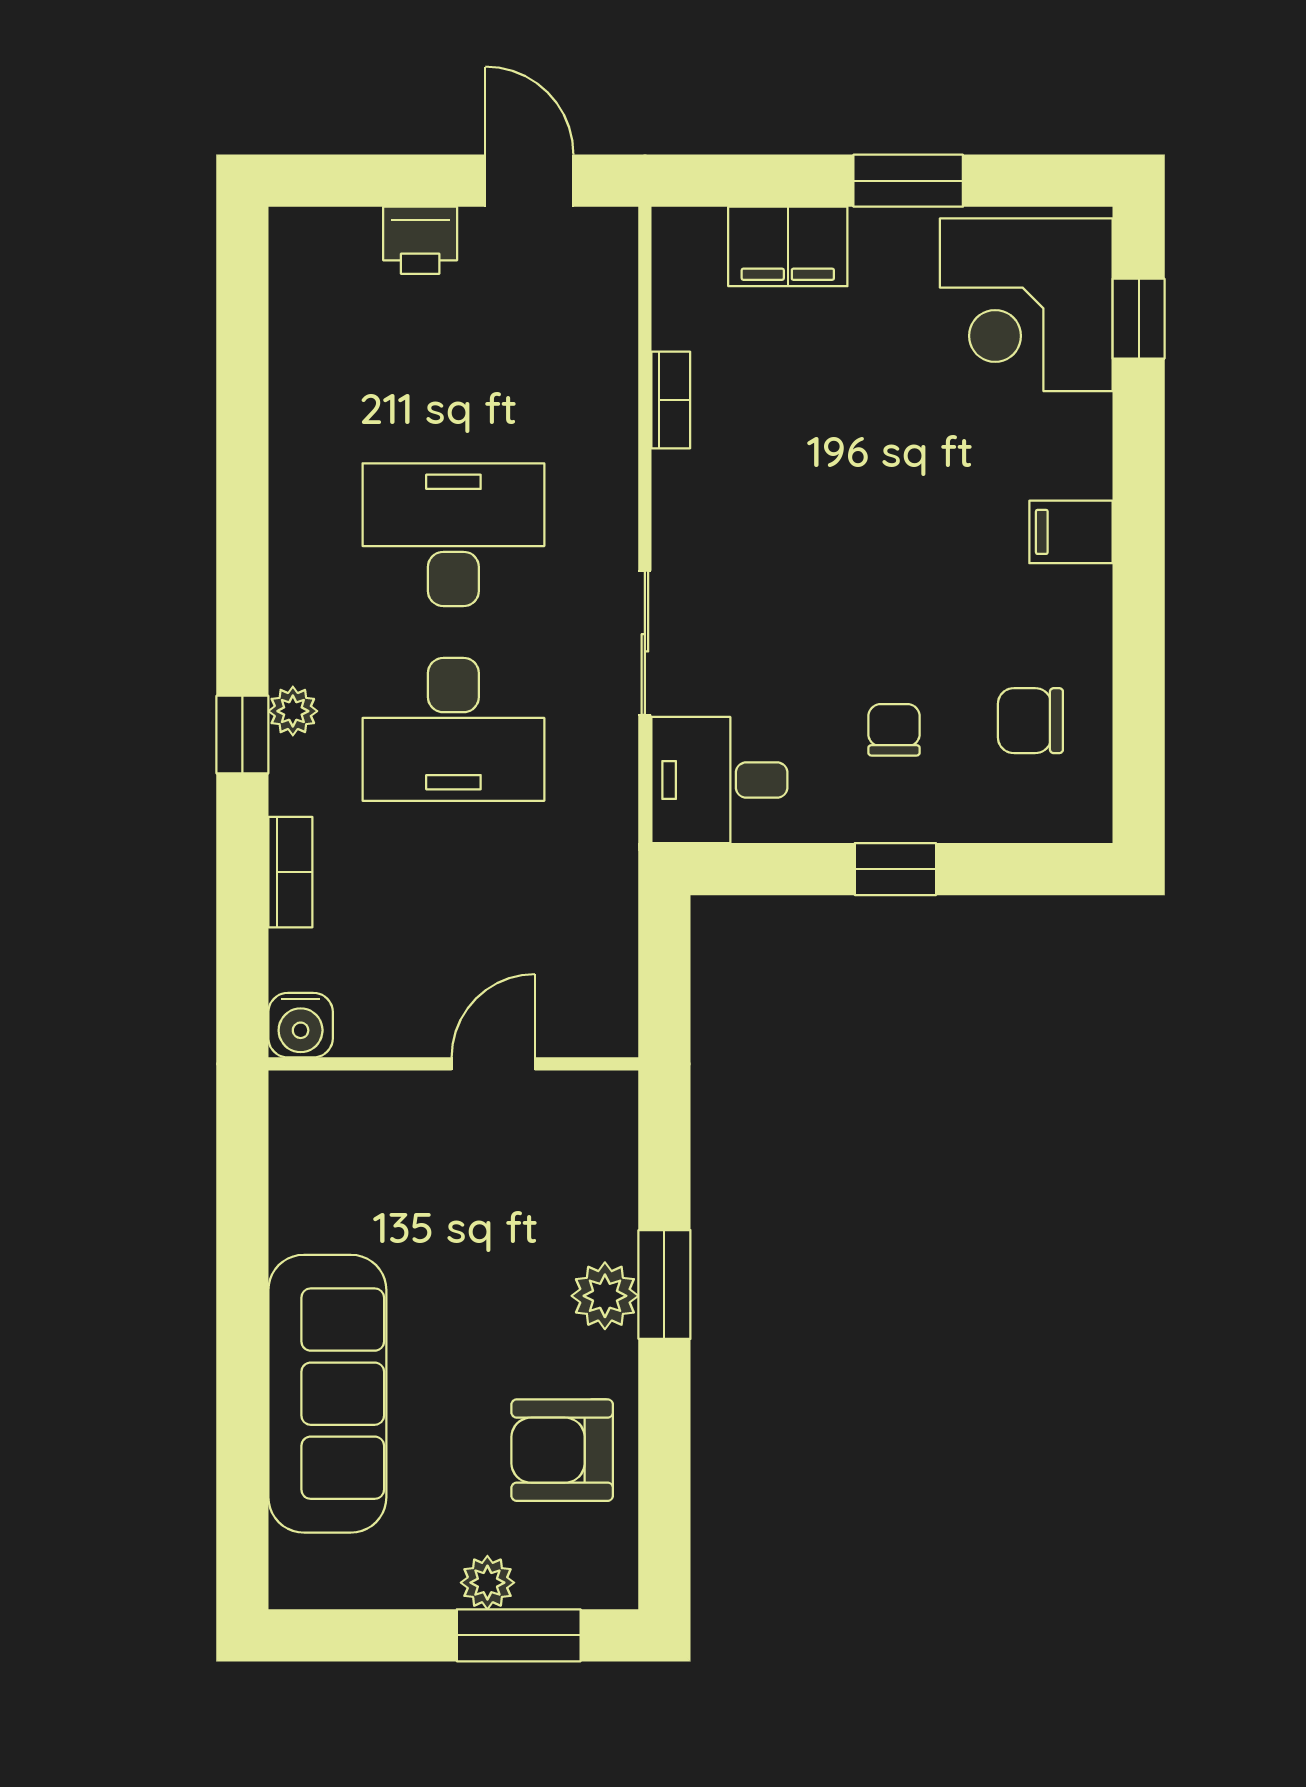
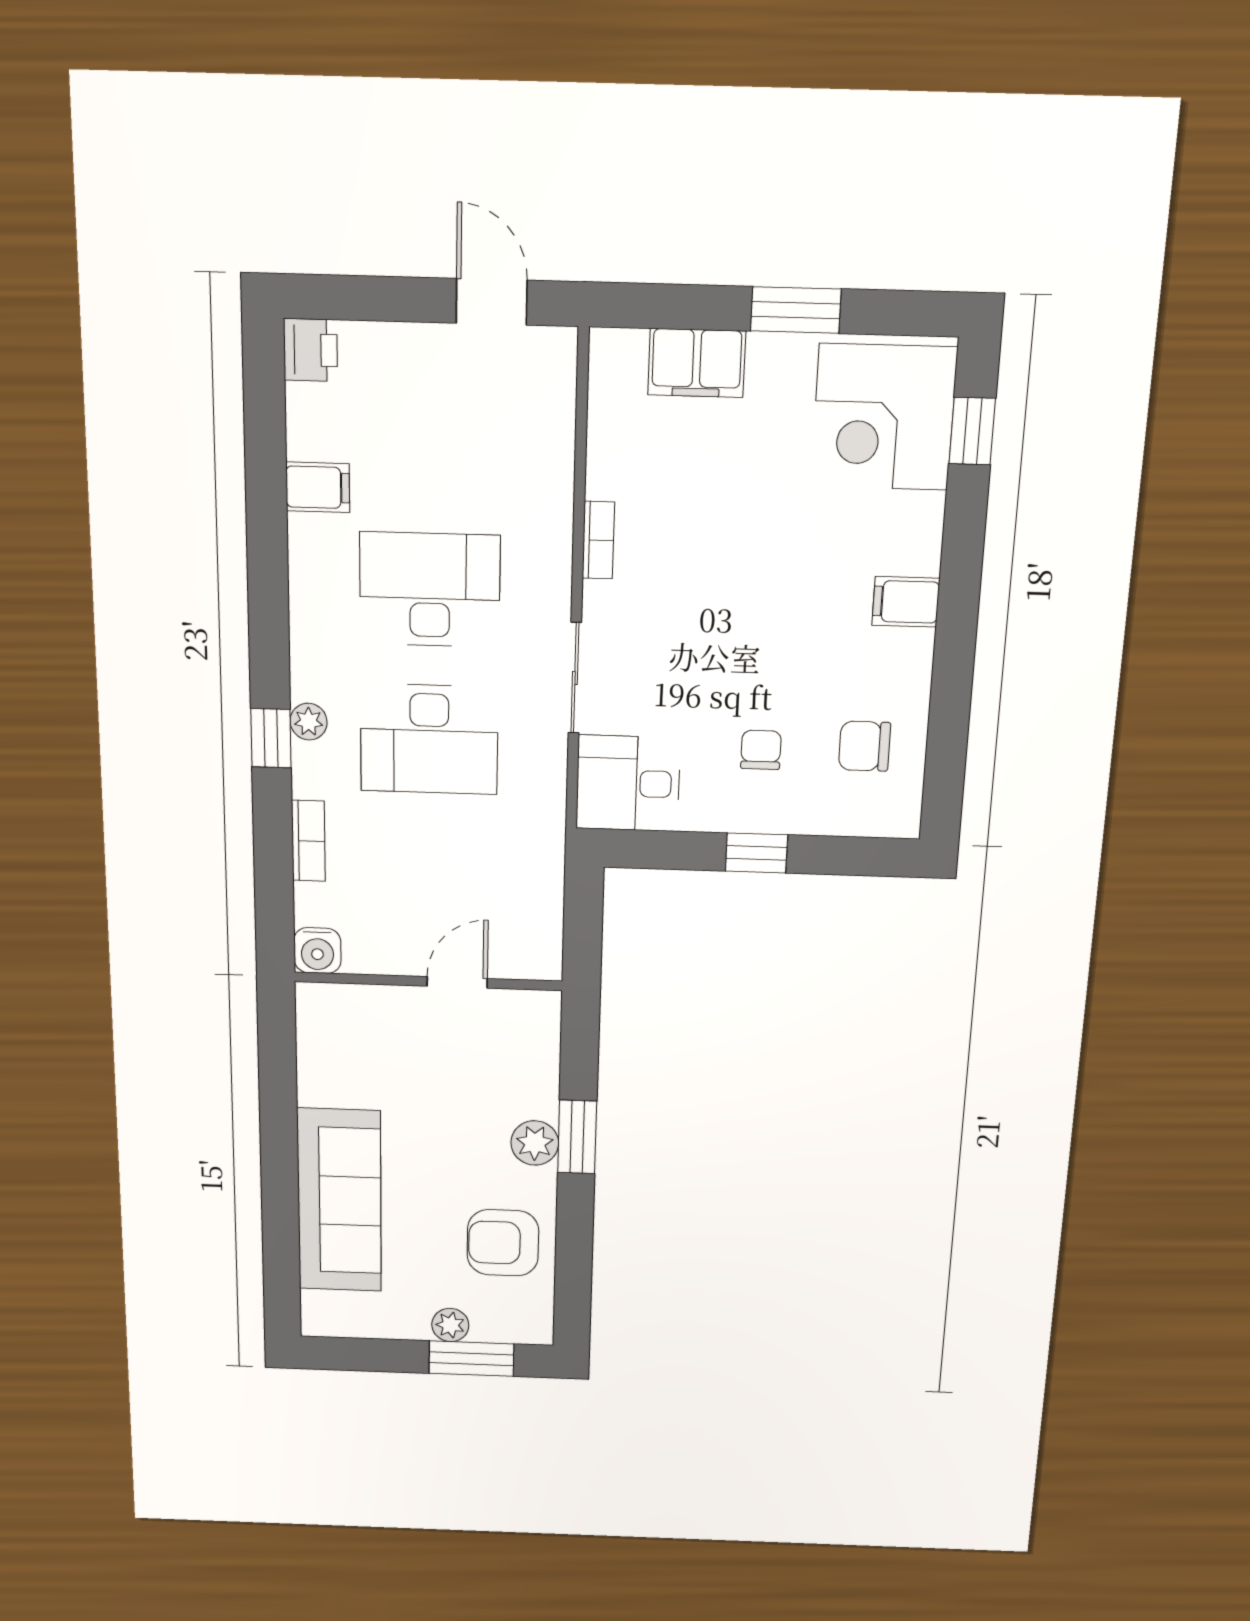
printer: (420, 240) -> (310, 350), moved, turned -90
bookcase: (671, 400) -> (598, 540), moved
filing cabinet: (309, 410) -> (318, 487), added

